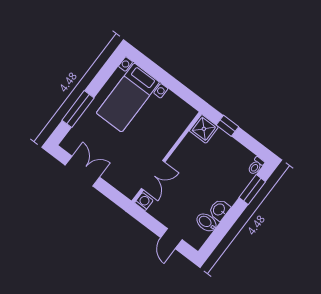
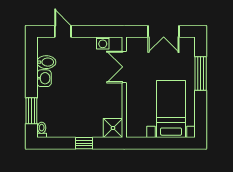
shower: (204, 129) -> (113, 128), moved
wall: (167, 157) -> (124, 87), moved
double door: (153, 175) -> (124, 67), moved

